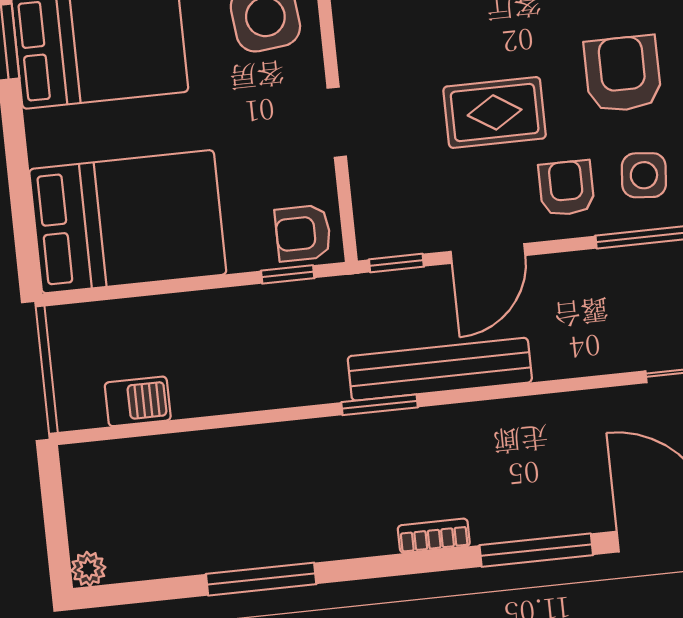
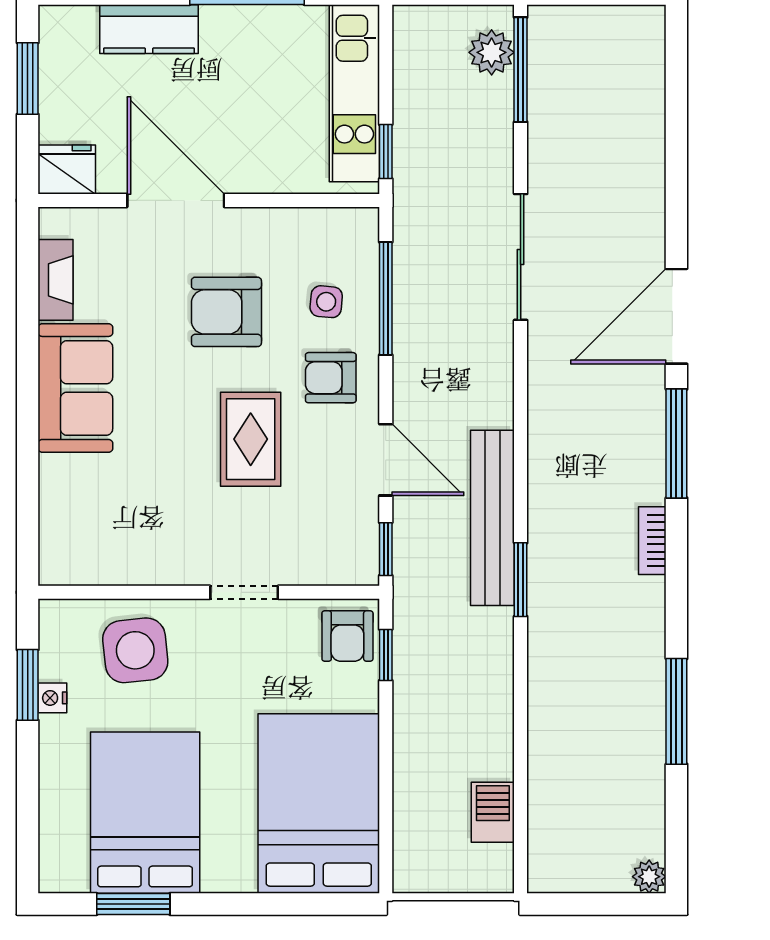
side table: (644, 175) -> (326, 302), width x0.73, depth x0.73

